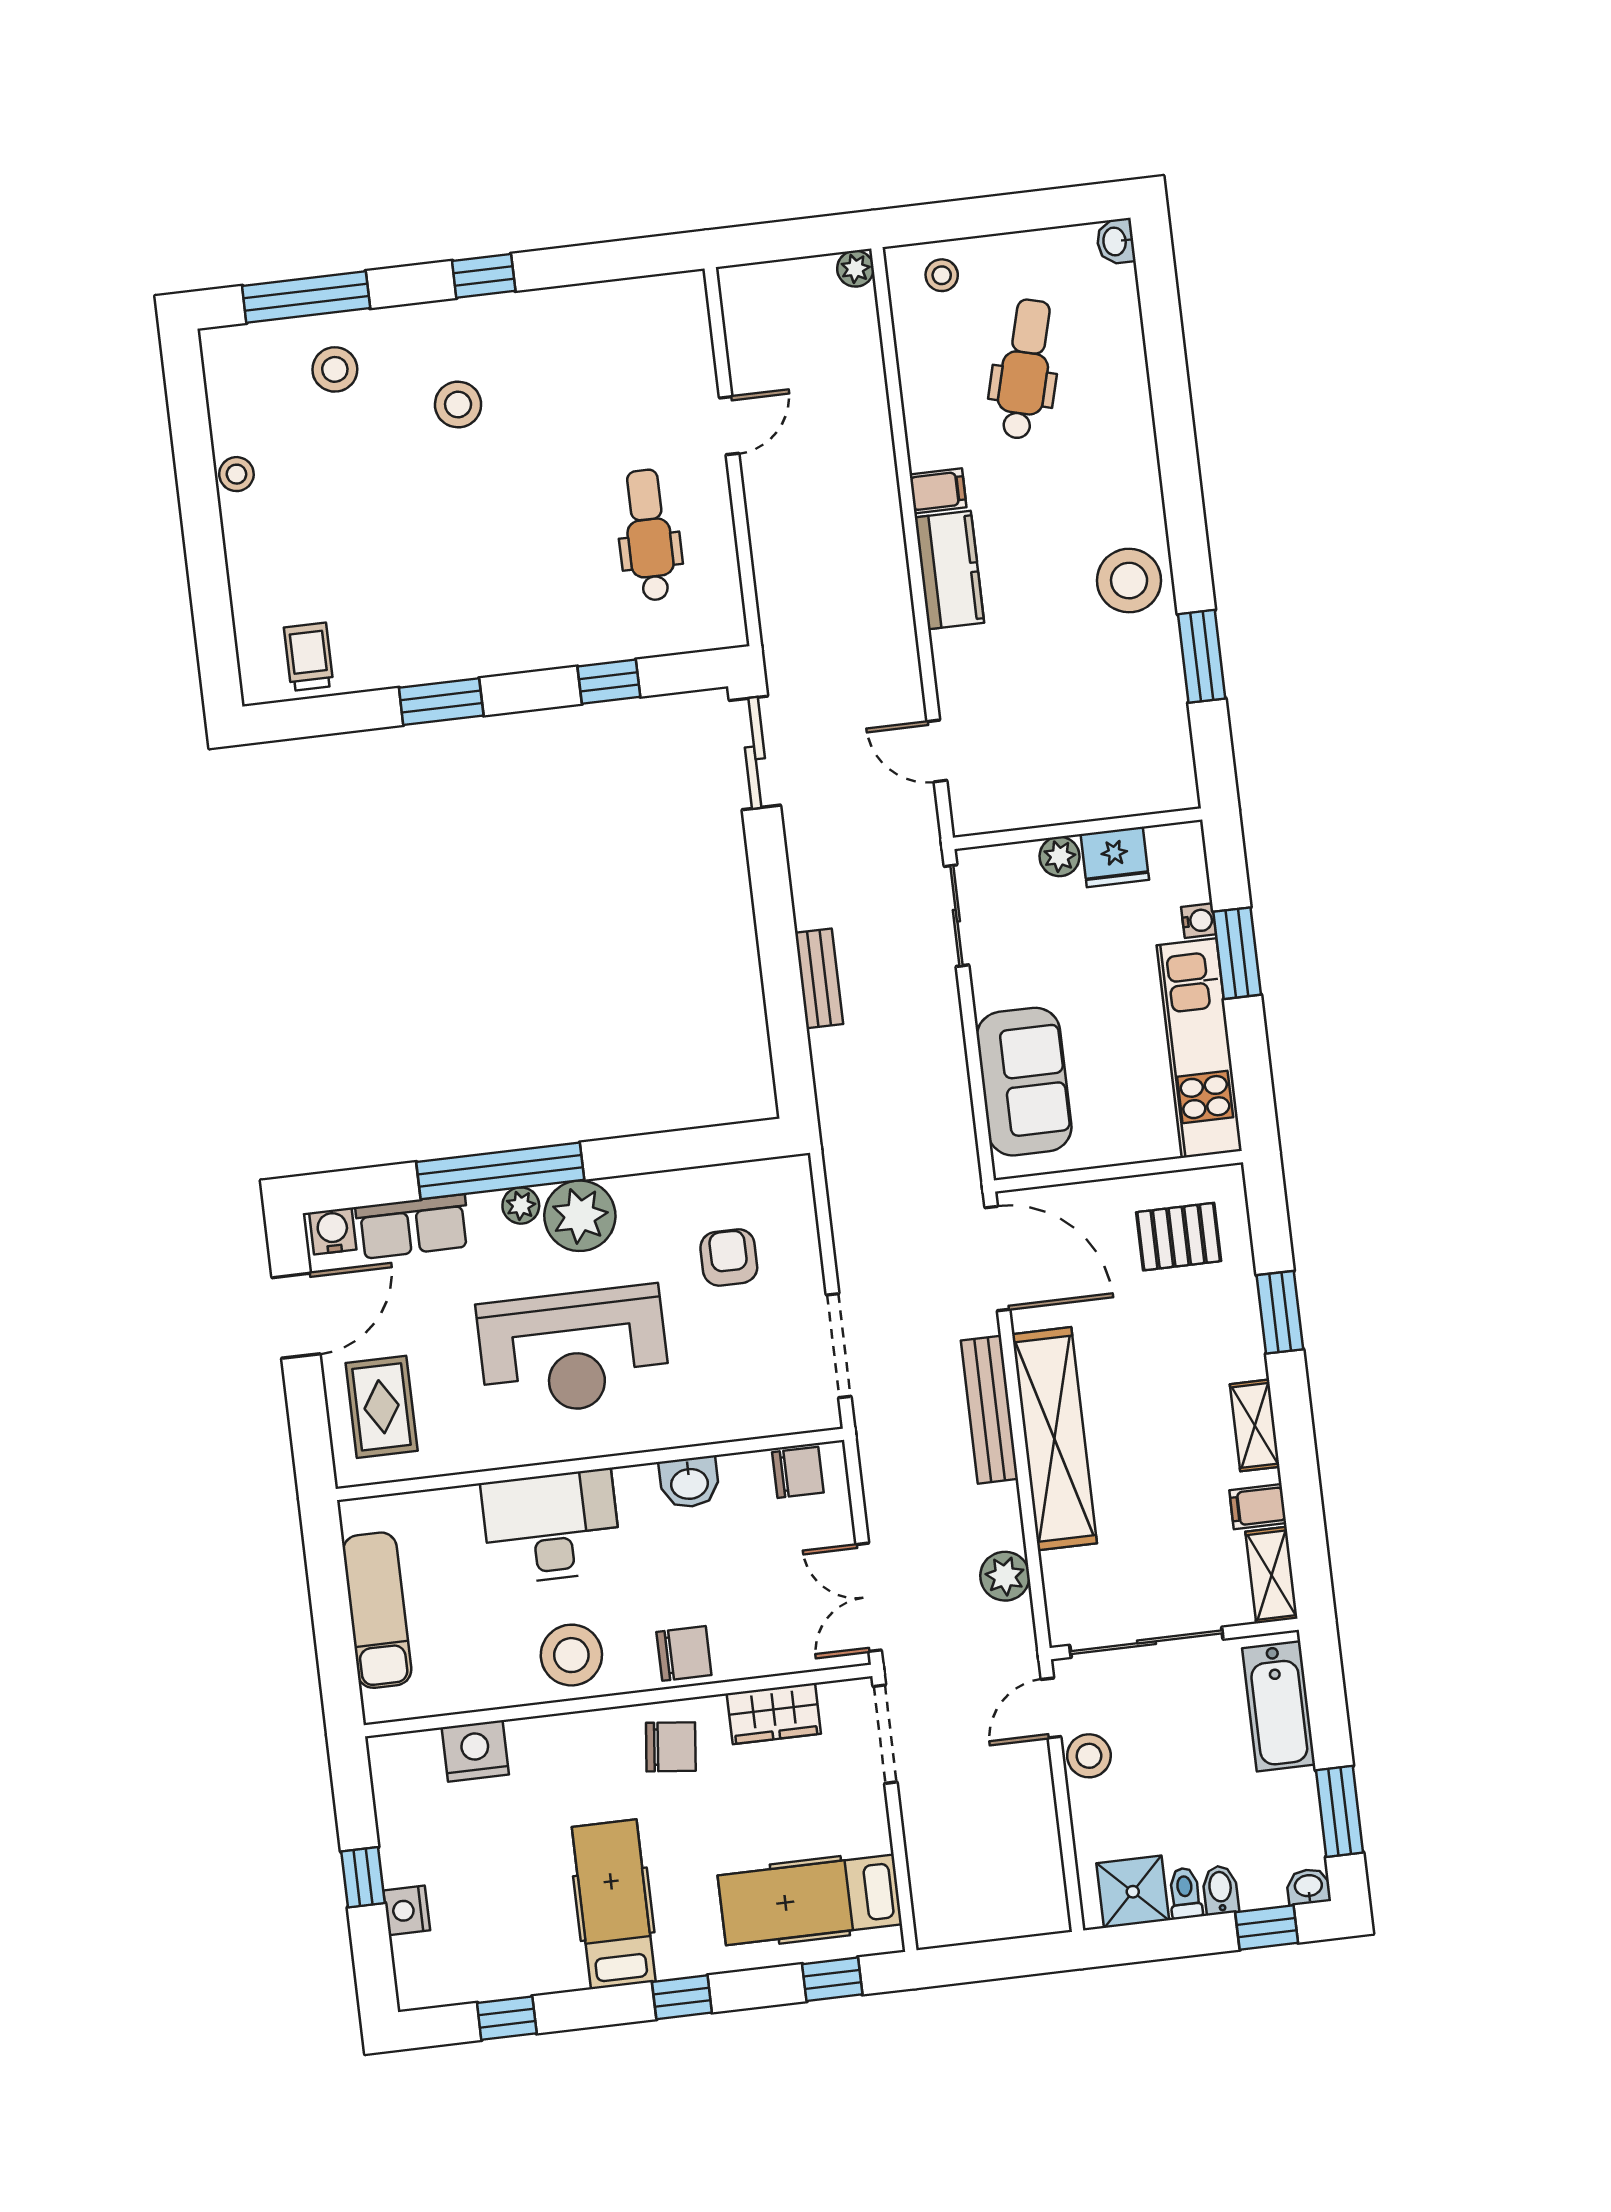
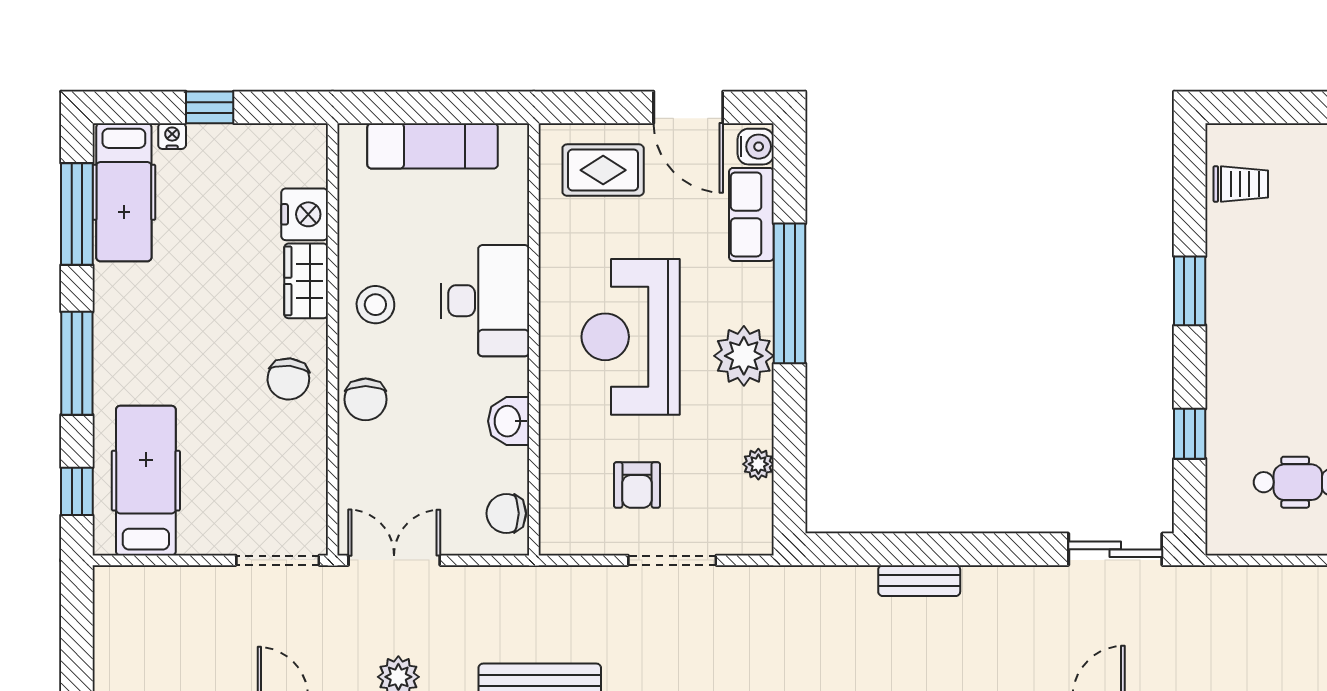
plant: (521, 1206) -> (758, 464), moved
armchair: (729, 1257) -> (637, 485), moved, turned 90
doorway: (839, 1346) -> (672, 560), moved
chair: (798, 1472) -> (506, 513), turned 90
stool: (571, 1655) -> (375, 305), width x0.73, depth x0.73
wardrobe: (774, 1713) -> (306, 281), moved
hospital bed: (614, 1904) -> (124, 192), moved, turned 90
nightstand: (407, 1910) -> (172, 136), width x0.72, depth x0.74
window: (682, 1997) -> (77, 363), width x2.17
window: (507, 2018) -> (77, 214), width x2.17

